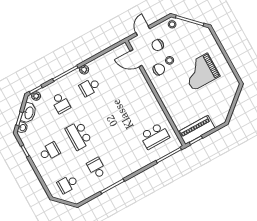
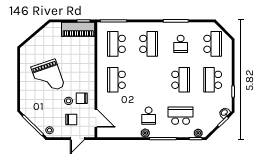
grand piano: (200, 72) -> (48, 77), turned 71
school desk: (90, 87) -> (149, 116), turned 90
school desk: (61, 103) -> (181, 116), width x1.85
school desk: (137, 103) -> (116, 80), added
washbasin: (29, 113) -> (212, 122), removed
school desk: (155, 136) -> (116, 44), turned -90
school desk: (50, 151) -> (213, 80), width x1.85
school desk: (126, 152) -> (149, 44), added
school desk: (68, 184) -> (213, 44), width x1.85

